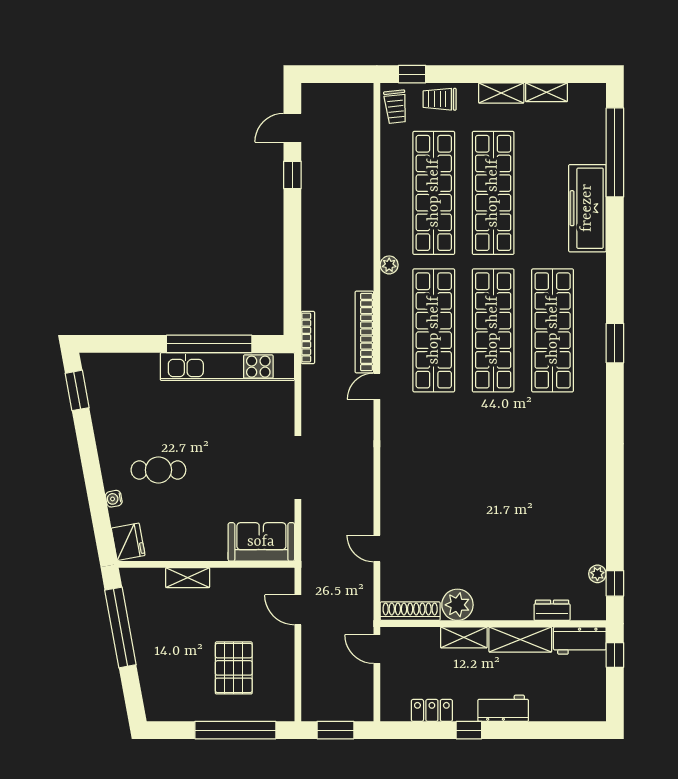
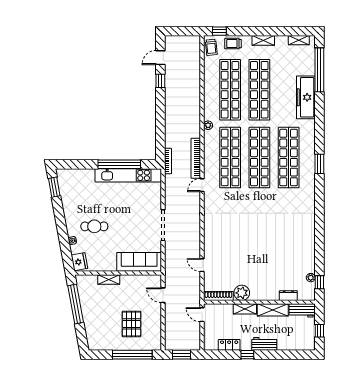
shelving: (547, 92) -> (299, 40), moved
sofa: (261, 542) -> (139, 262), width x1.36
window: (615, 655) -> (319, 331), moved

